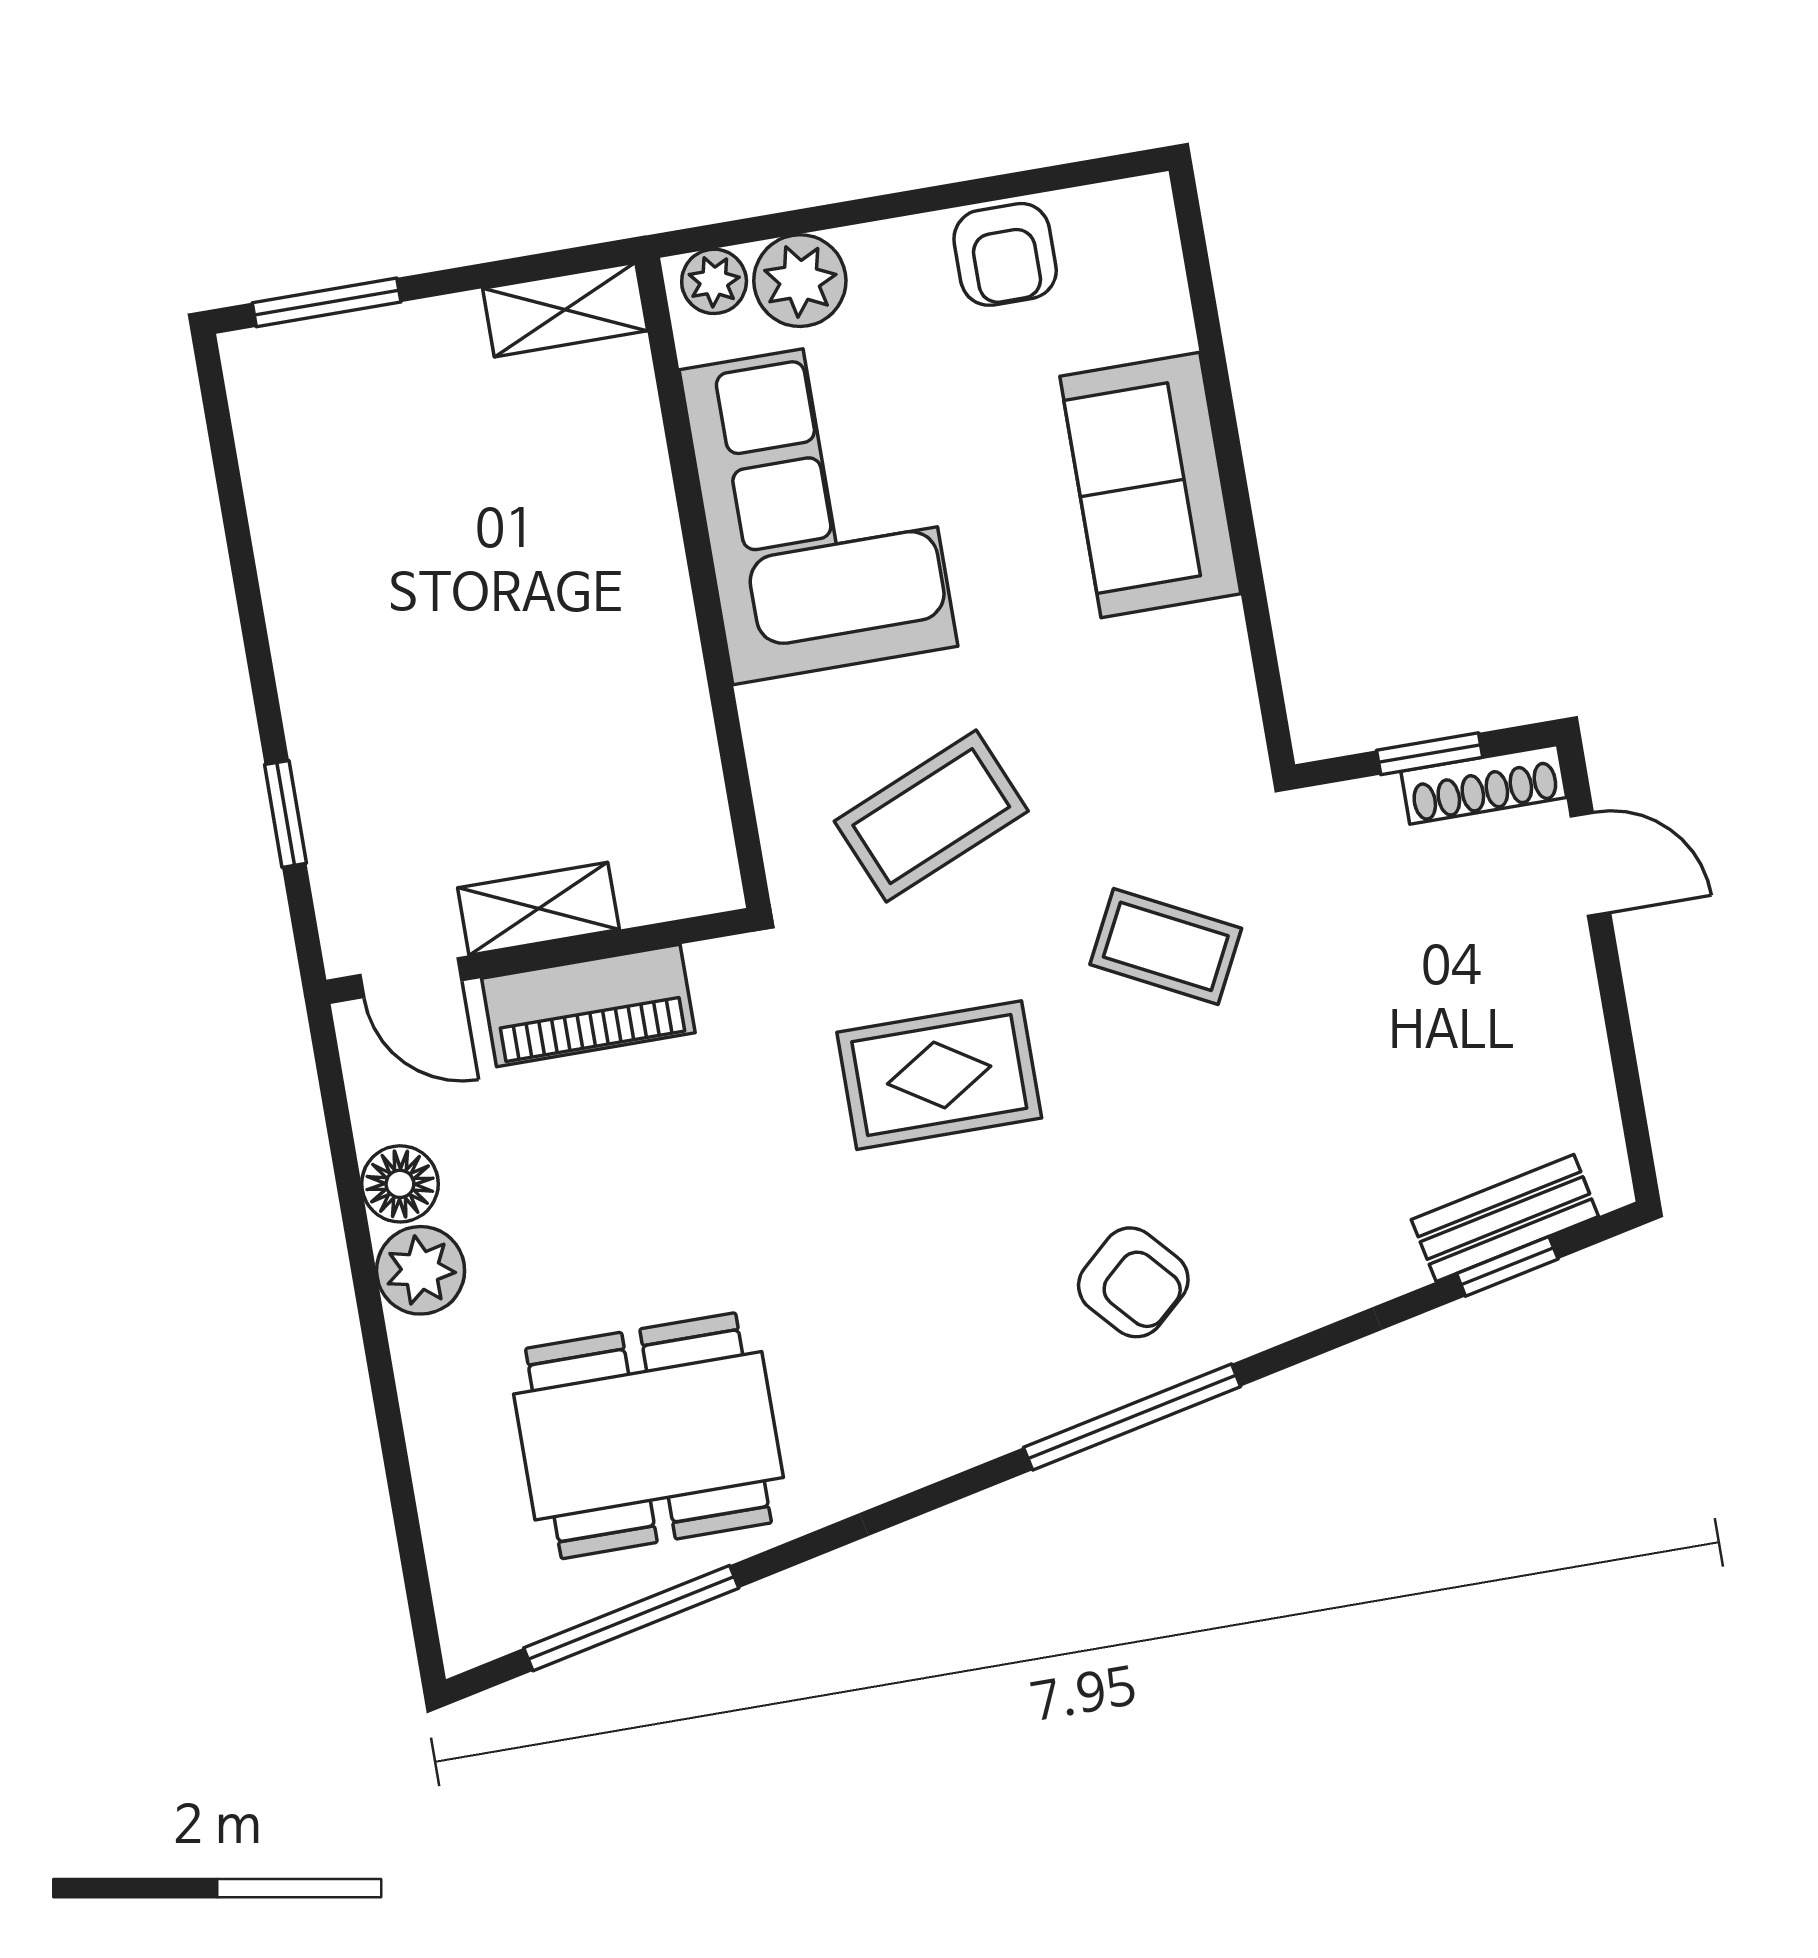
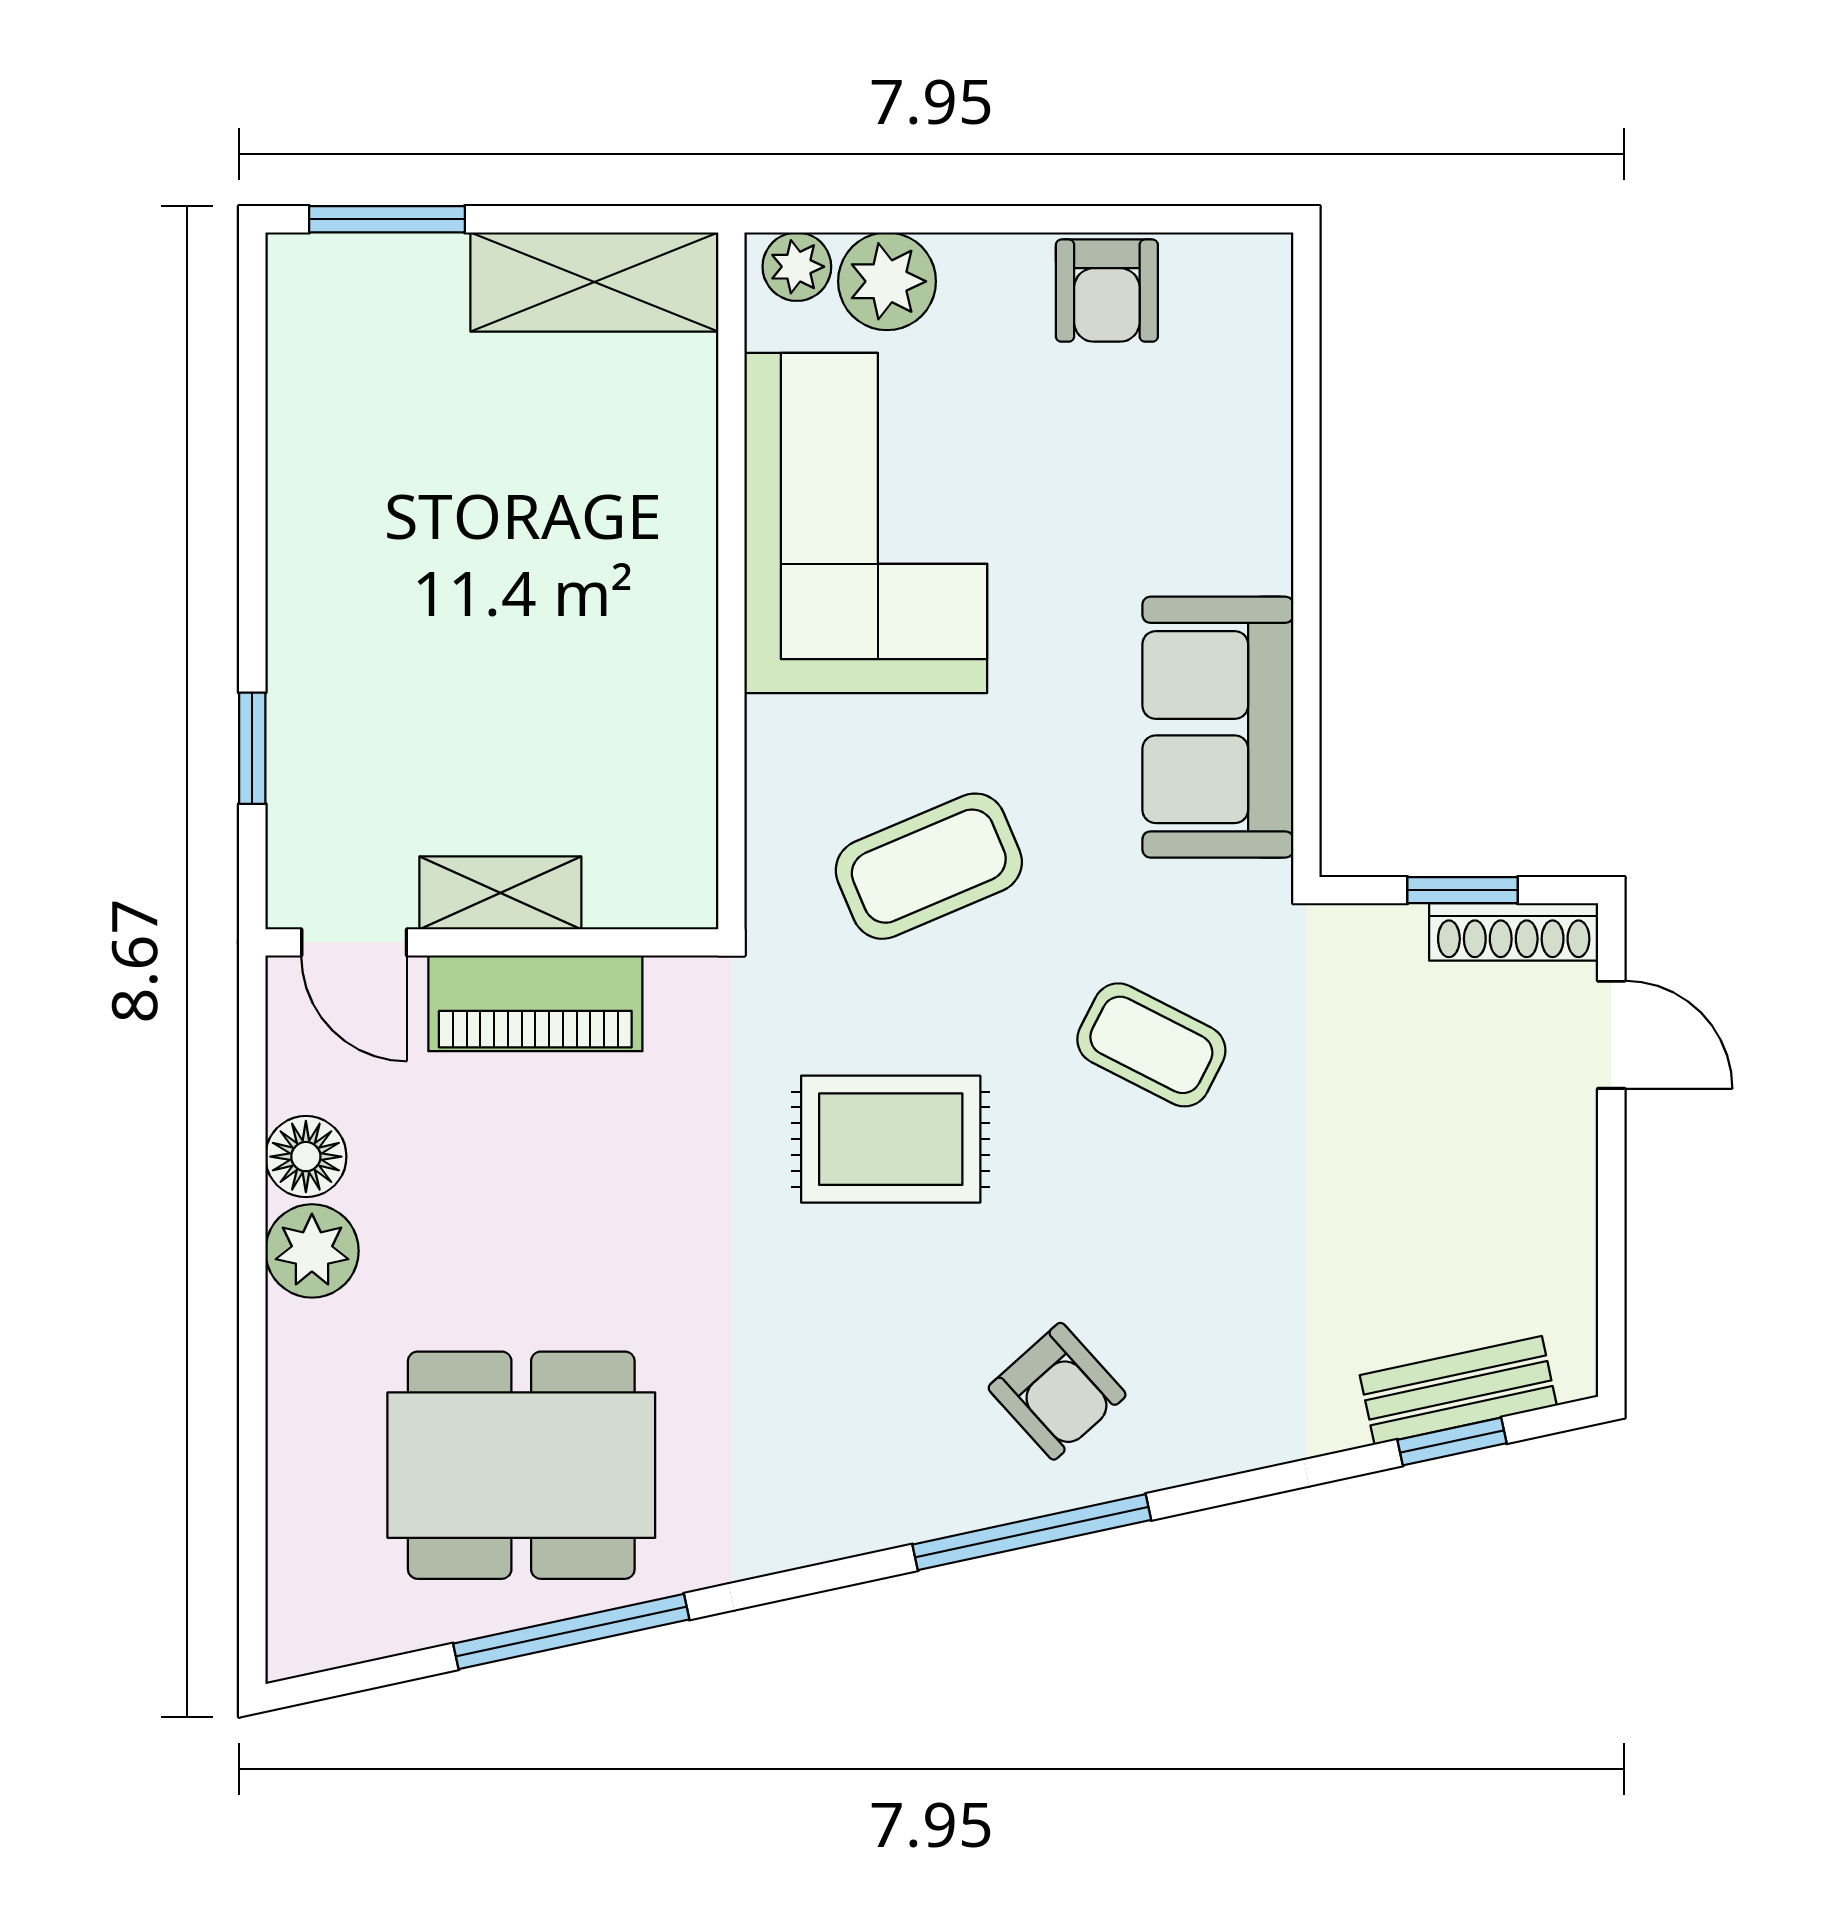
shelving: (565, 310) -> (594, 282), width x1.50, depth x1.33
sofa: (1150, 485) -> (1218, 727), moved
window: (631, 1618) -> (571, 1631), moved

